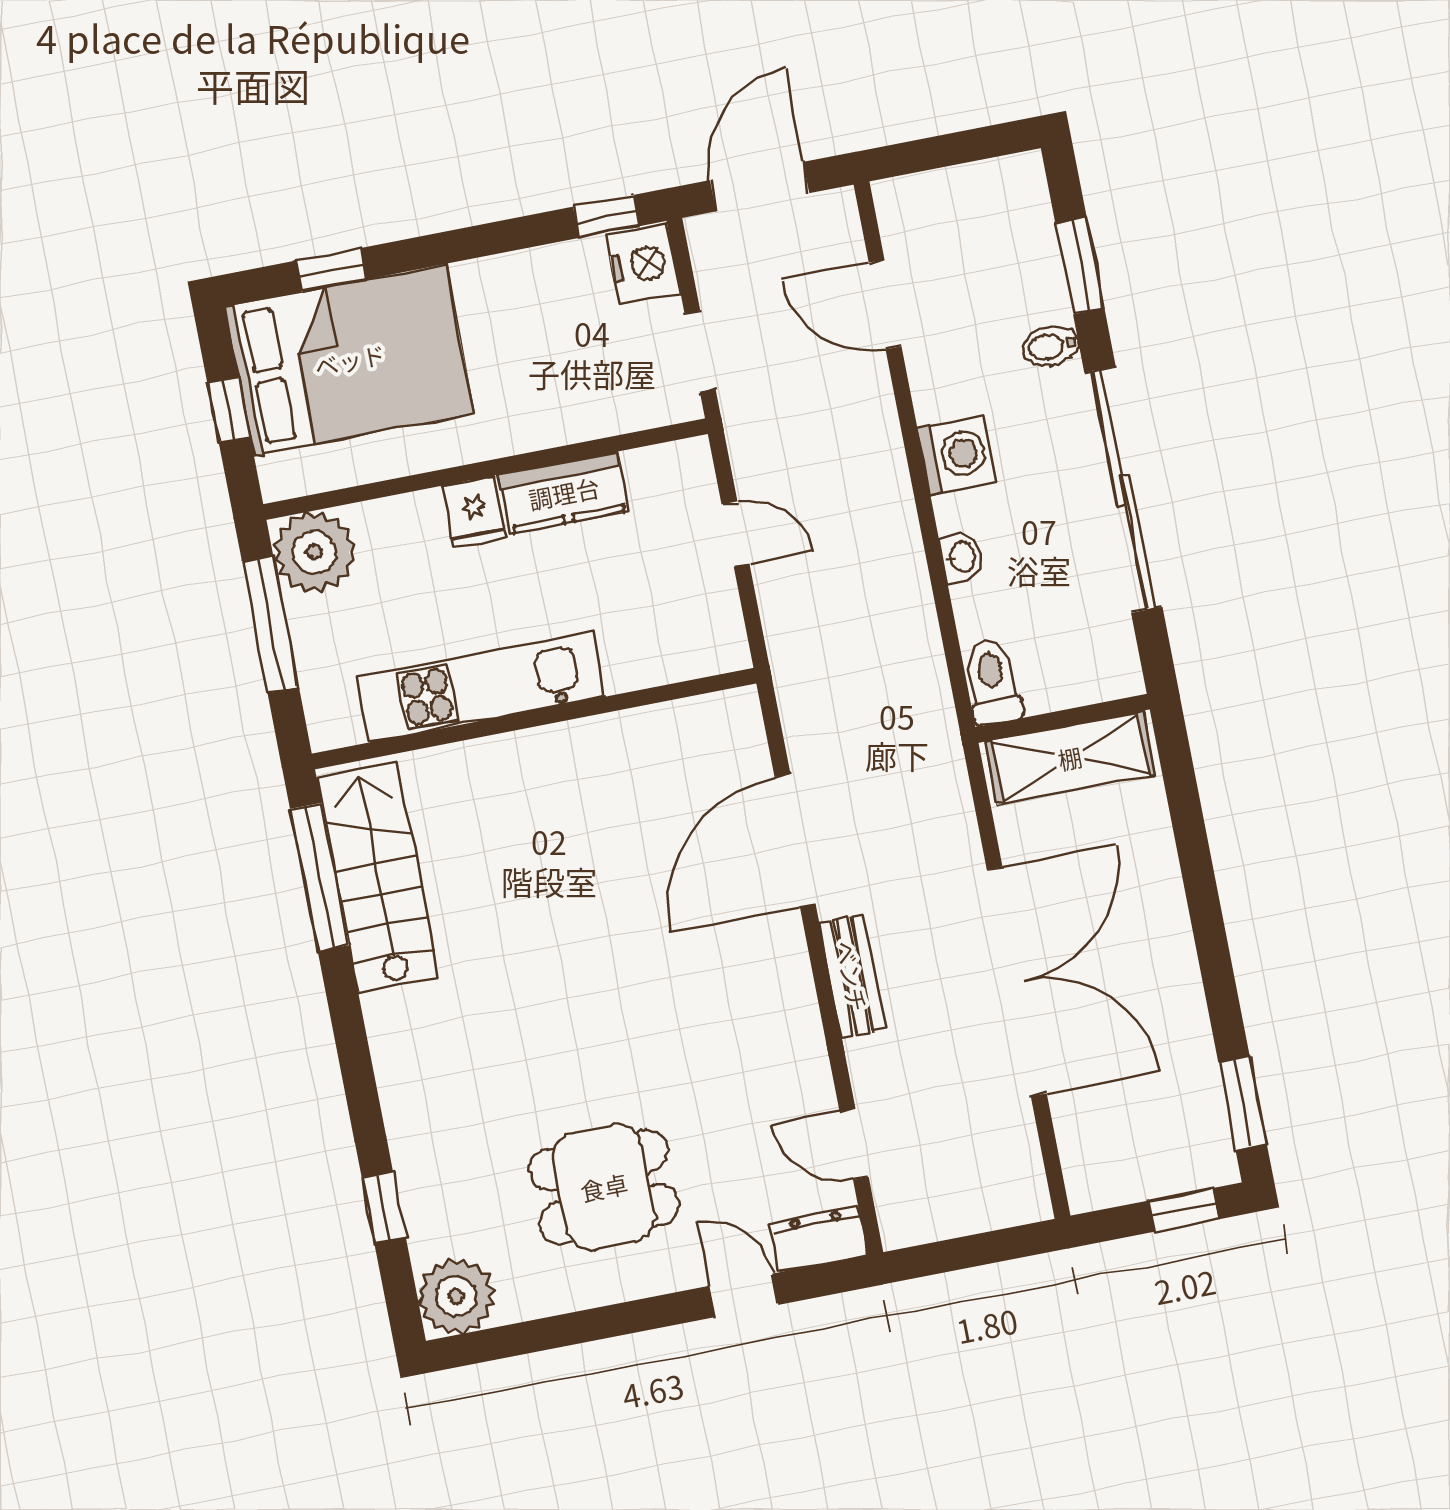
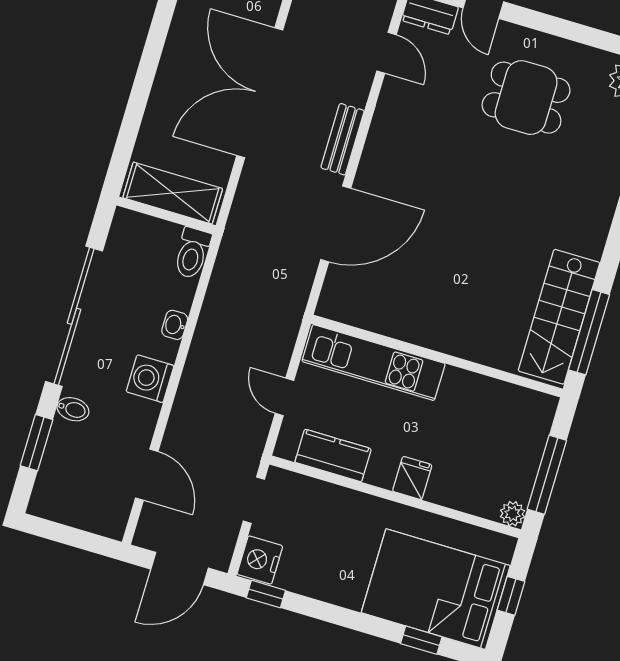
kitchen counter: (564, 493) -> (333, 456), moved
plant: (314, 552) -> (513, 514), width x0.53, depth x0.53
kitchen unit: (481, 686) -> (374, 363), moved

